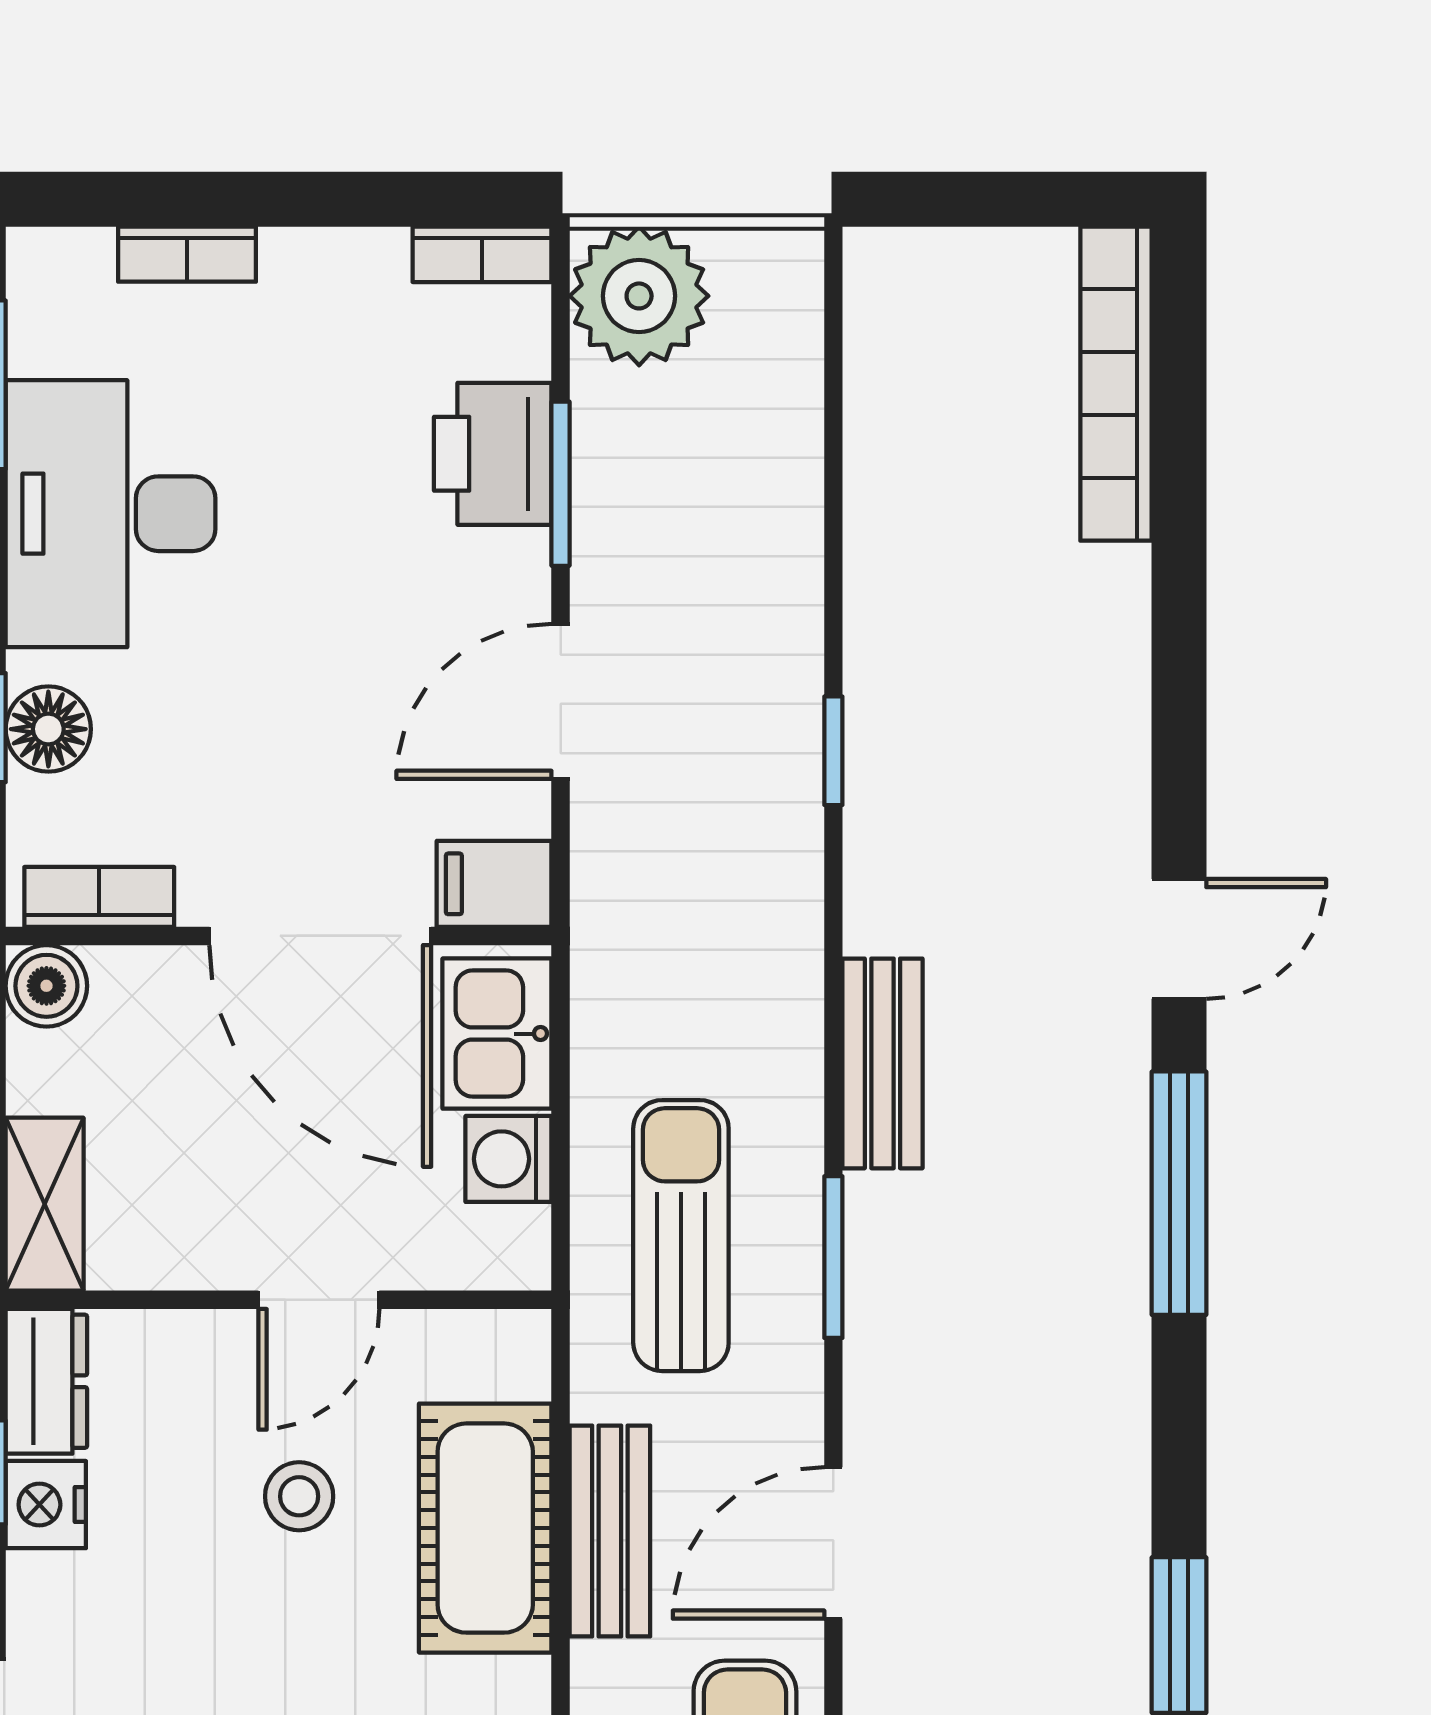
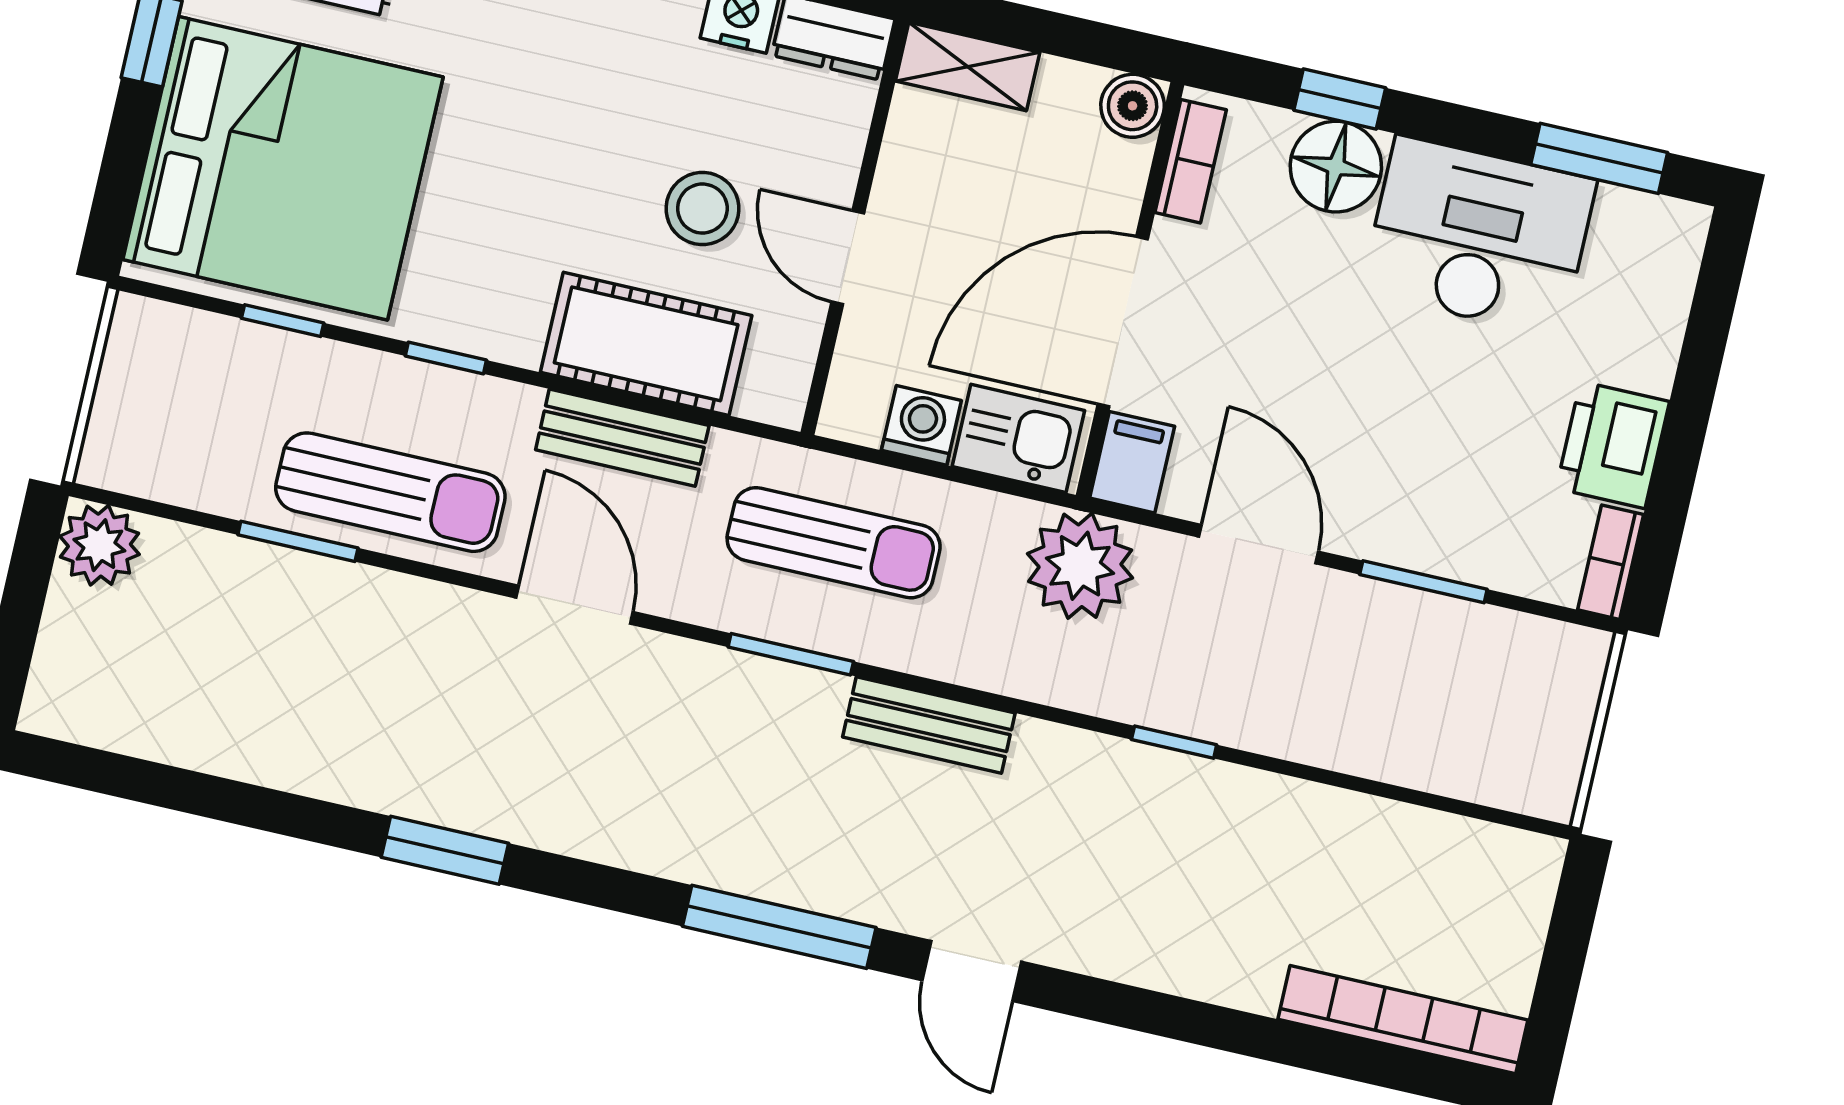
bookcase: (187, 254) -> (1662, 339), removed
plant: (639, 296) -> (1080, 566), moved
printer: (493, 454) -> (1613, 445), moved, turned -90
floor lamp: (48, 729) -> (1336, 167), width x1.38, depth x1.38
stool: (299, 1496) -> (702, 209), width x1.37, depth x1.37

